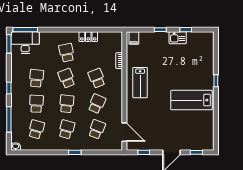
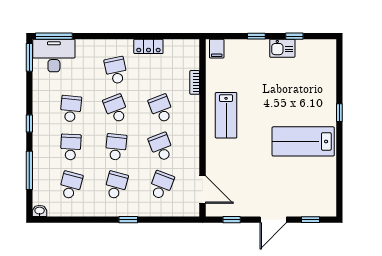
school desk: (97, 104) -> (161, 147), turned -45

